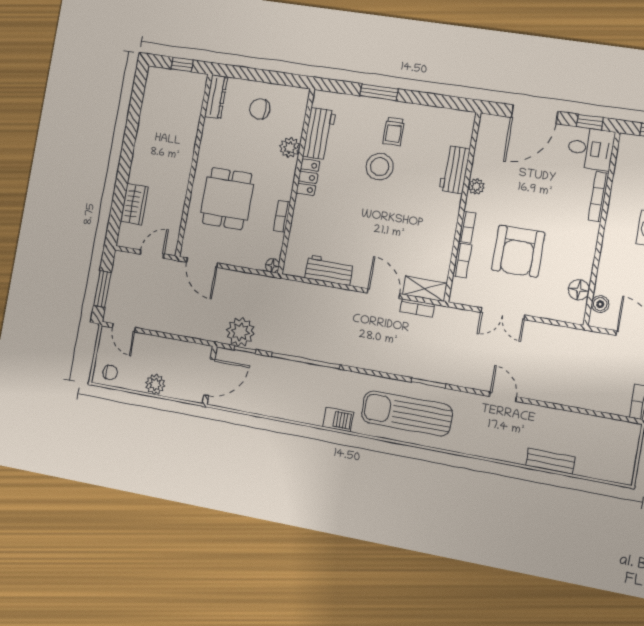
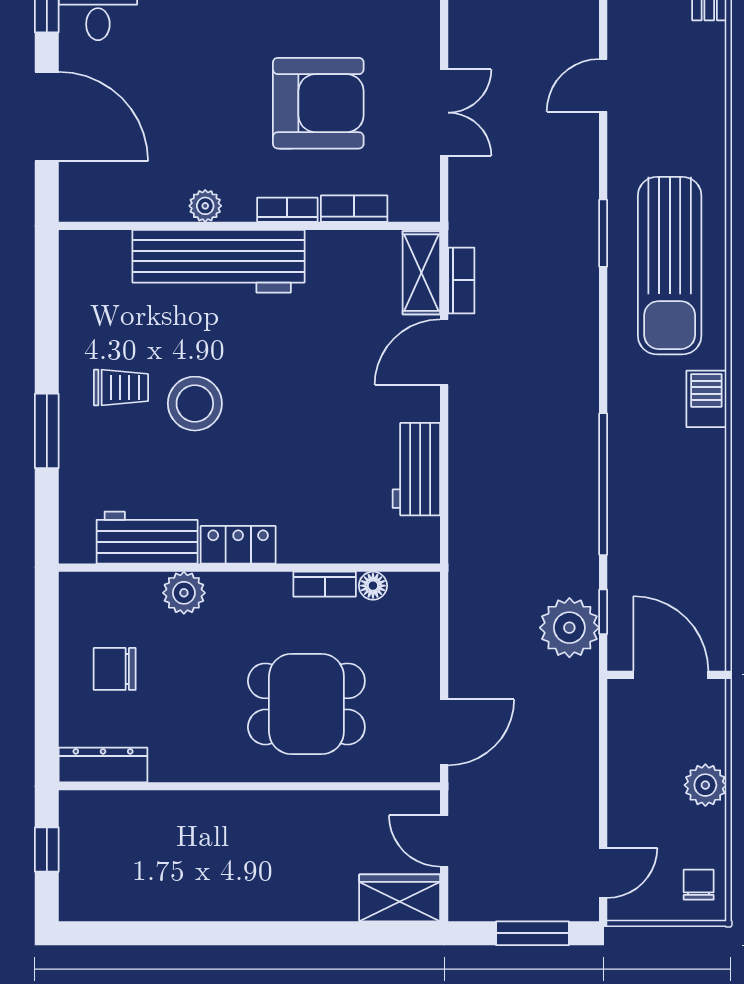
chair: (260, 109) -> (115, 669), turned 90
workbench: (455, 170) -> (218, 261), width x1.88, depth x1.32
wardrobe: (134, 204) -> (400, 898), moved
floor lamp: (272, 266) -> (373, 586), moved

